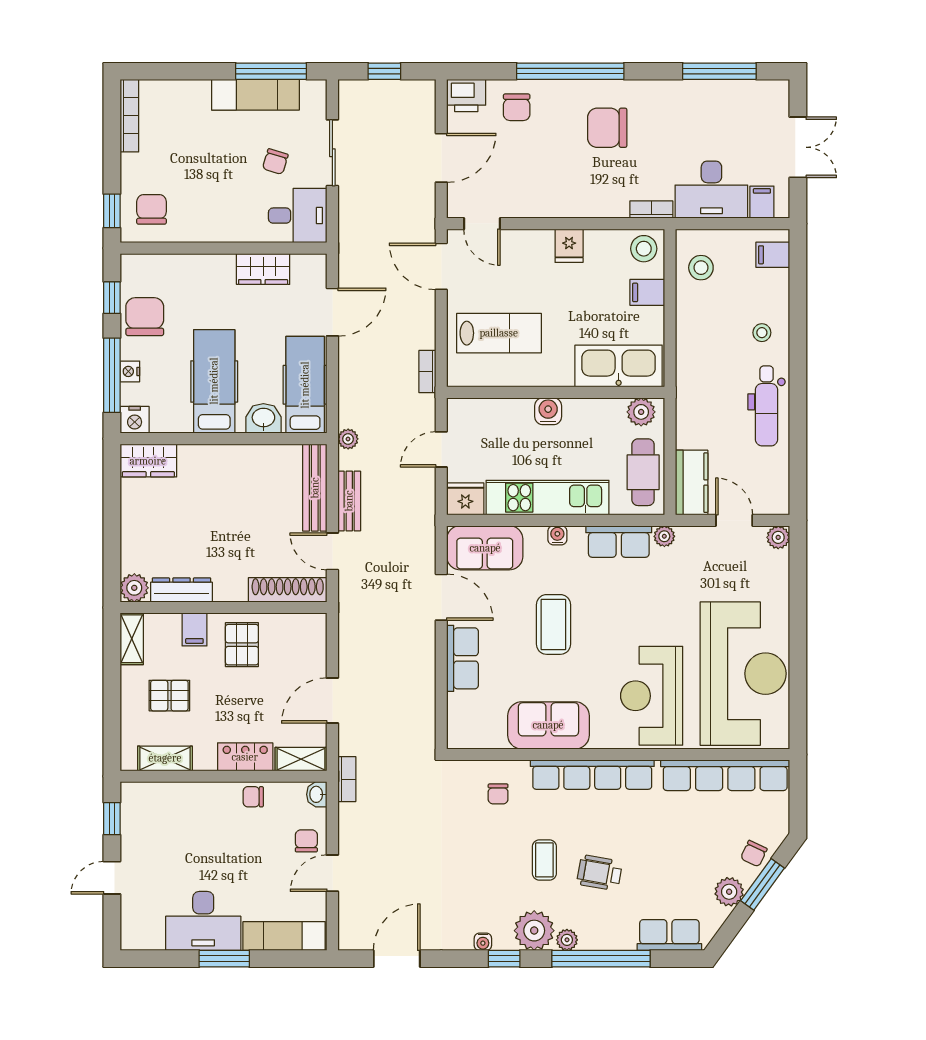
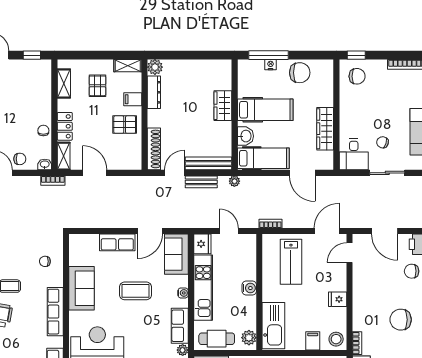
chair: (607, 128) -> (401, 320), turned -90
wardrobe: (263, 269) -> (325, 129), width x1.50
window: (112, 298) -> (310, 55), removed
nightstand: (135, 420) -> (245, 67), removed
wardrobe: (148, 461) -> (223, 106), moved
row of seats: (592, 775) -> (55, 312), width x0.73

